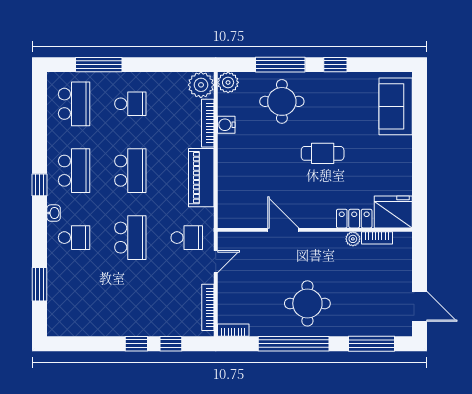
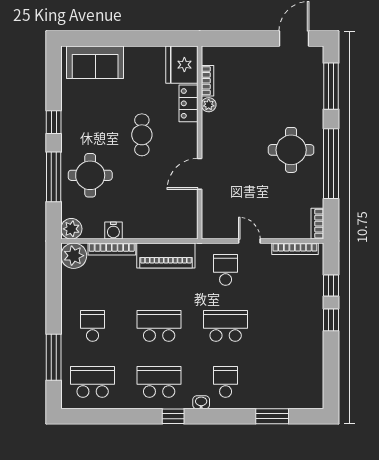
fridge: (393, 212) -> (182, 65), moved
locker: (354, 219) -> (188, 103), moved
door: (283, 230) -> (200, 174), moved
wall: (315, 230) -> (200, 142), moved
bookcase: (377, 238) -> (208, 81), moved
plant: (353, 239) -> (209, 105), moved

